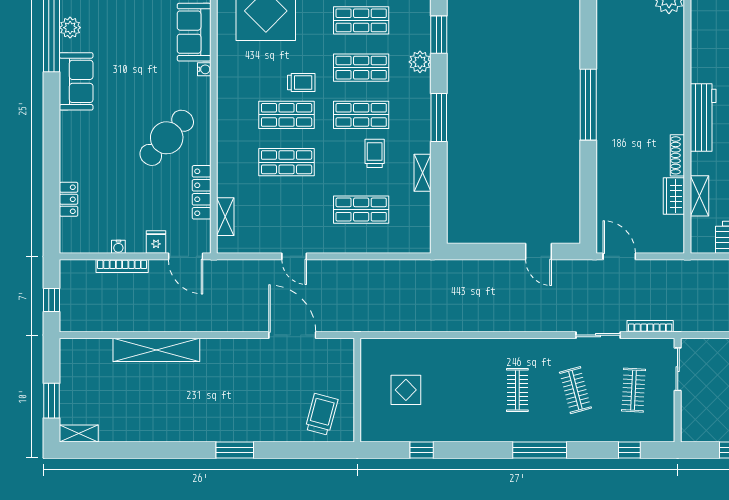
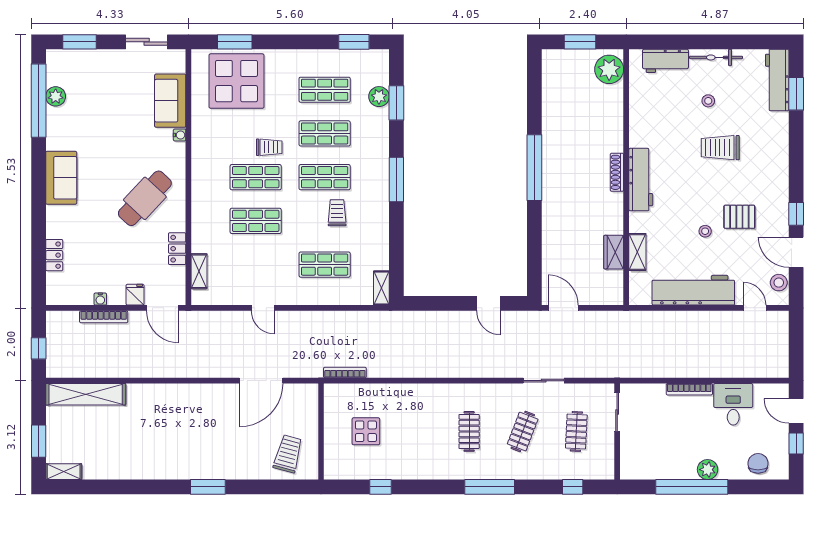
plant: (420, 62) -> (379, 97), moved
sofa: (76, 81) -> (61, 178), moved
shoe rack: (677, 155) -> (617, 172), moved
shelving: (423, 173) -> (381, 288), moved
locker: (202, 192) -> (177, 249), width x0.66
bookcase: (650, 326) -> (345, 372), moved
door: (292, 335) -> (261, 381), swing flipped
shelving: (156, 350) -> (86, 394), moved
clothes rail: (575, 390) -> (523, 431), turned 36

